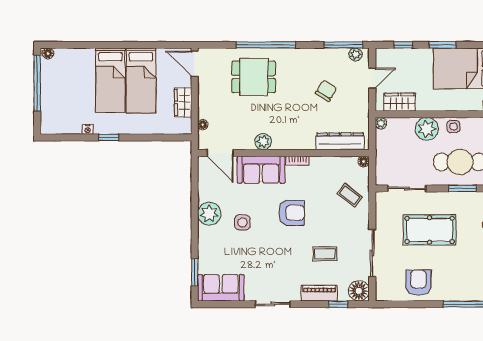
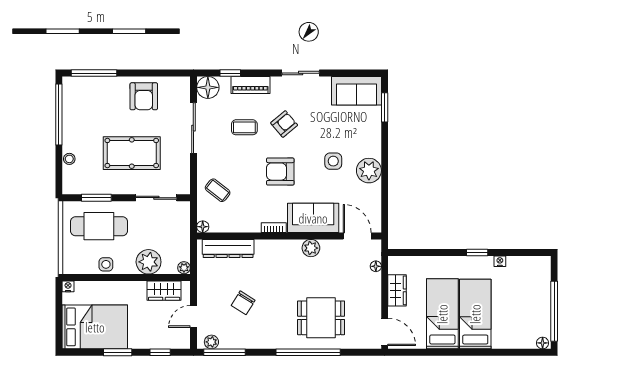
plant: (427, 129) -> (149, 262), moved
armchair: (288, 257) -> (284, 124), added

